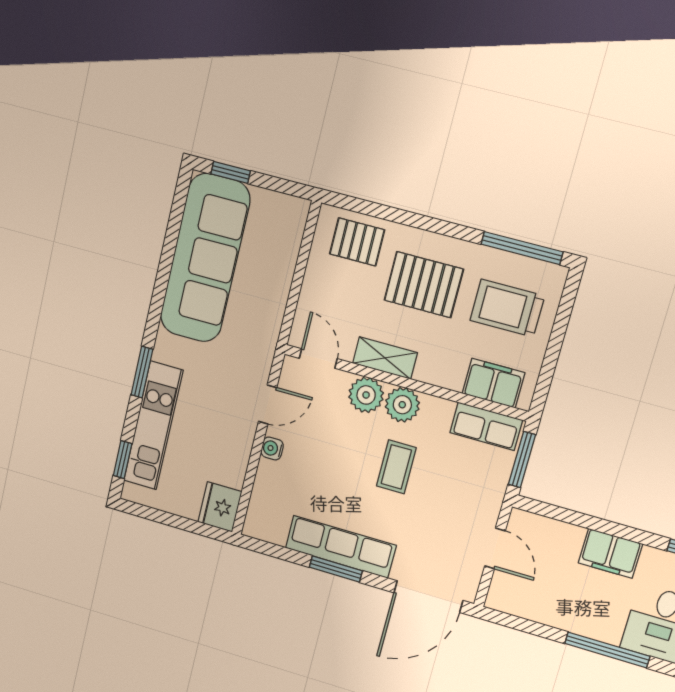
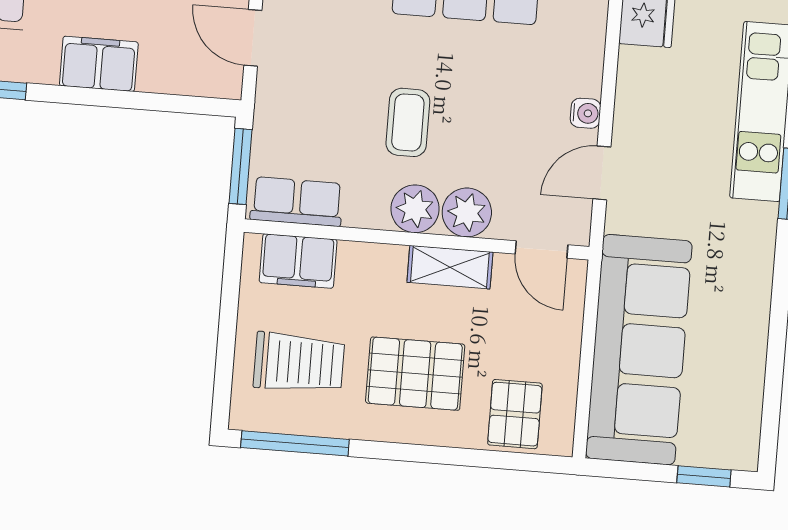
pallet: (357, 242) -> (515, 414), turned 90
sofa: (205, 258) -> (639, 350), moved, turned 180

